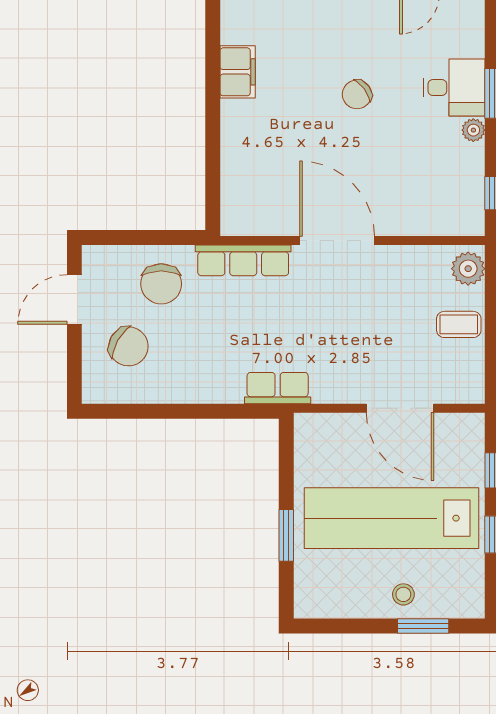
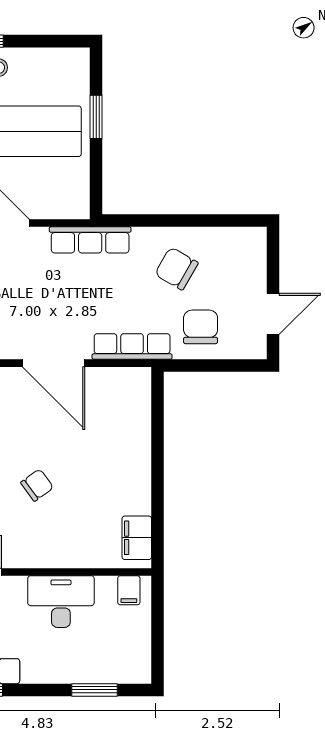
filing cabinet: (238, 72) -> (137, 538), moved
chair: (128, 346) -> (176, 269), moved
row of seats: (278, 388) -> (90, 240), width x1.48

